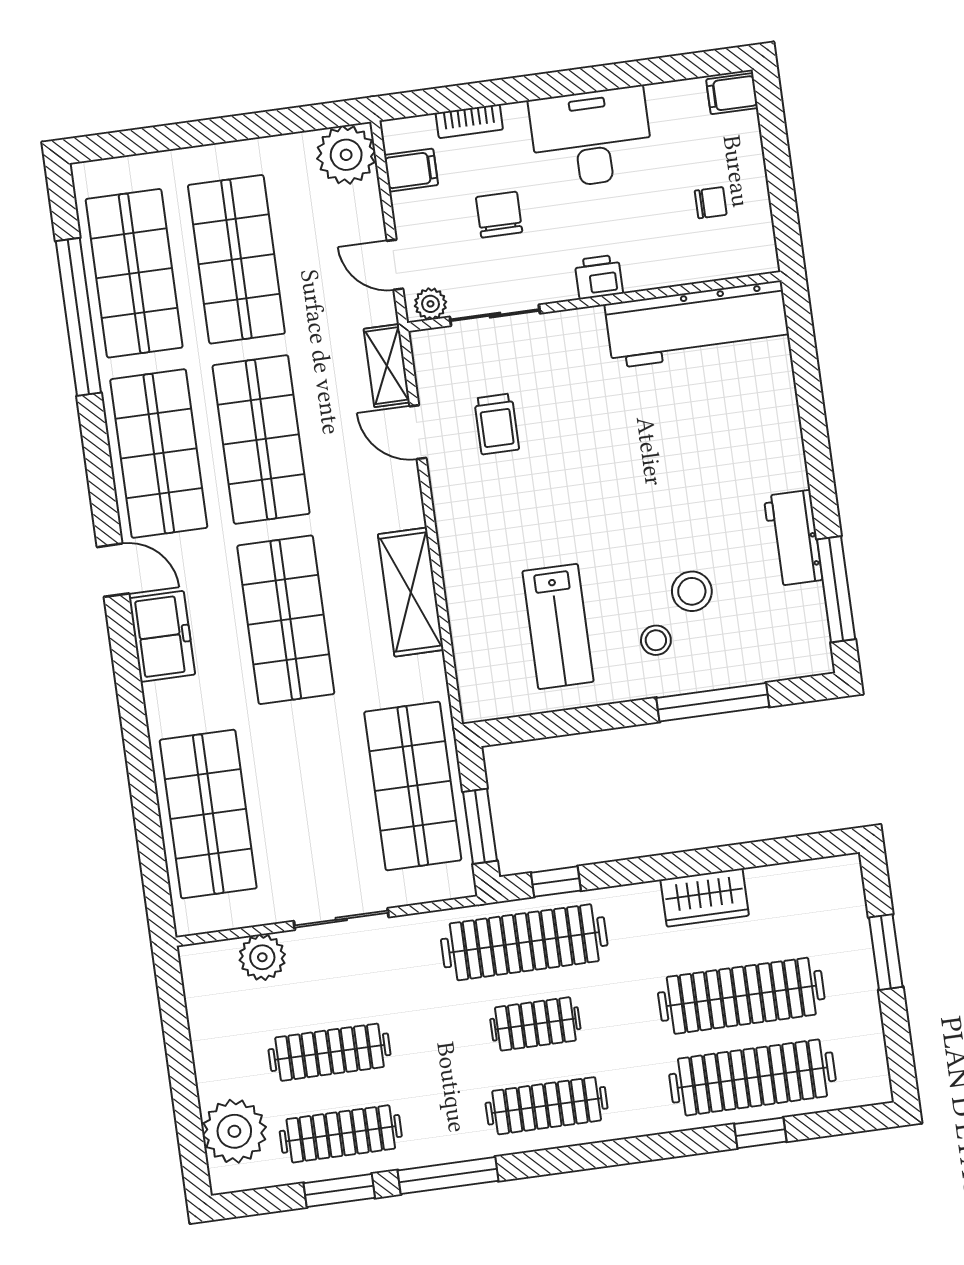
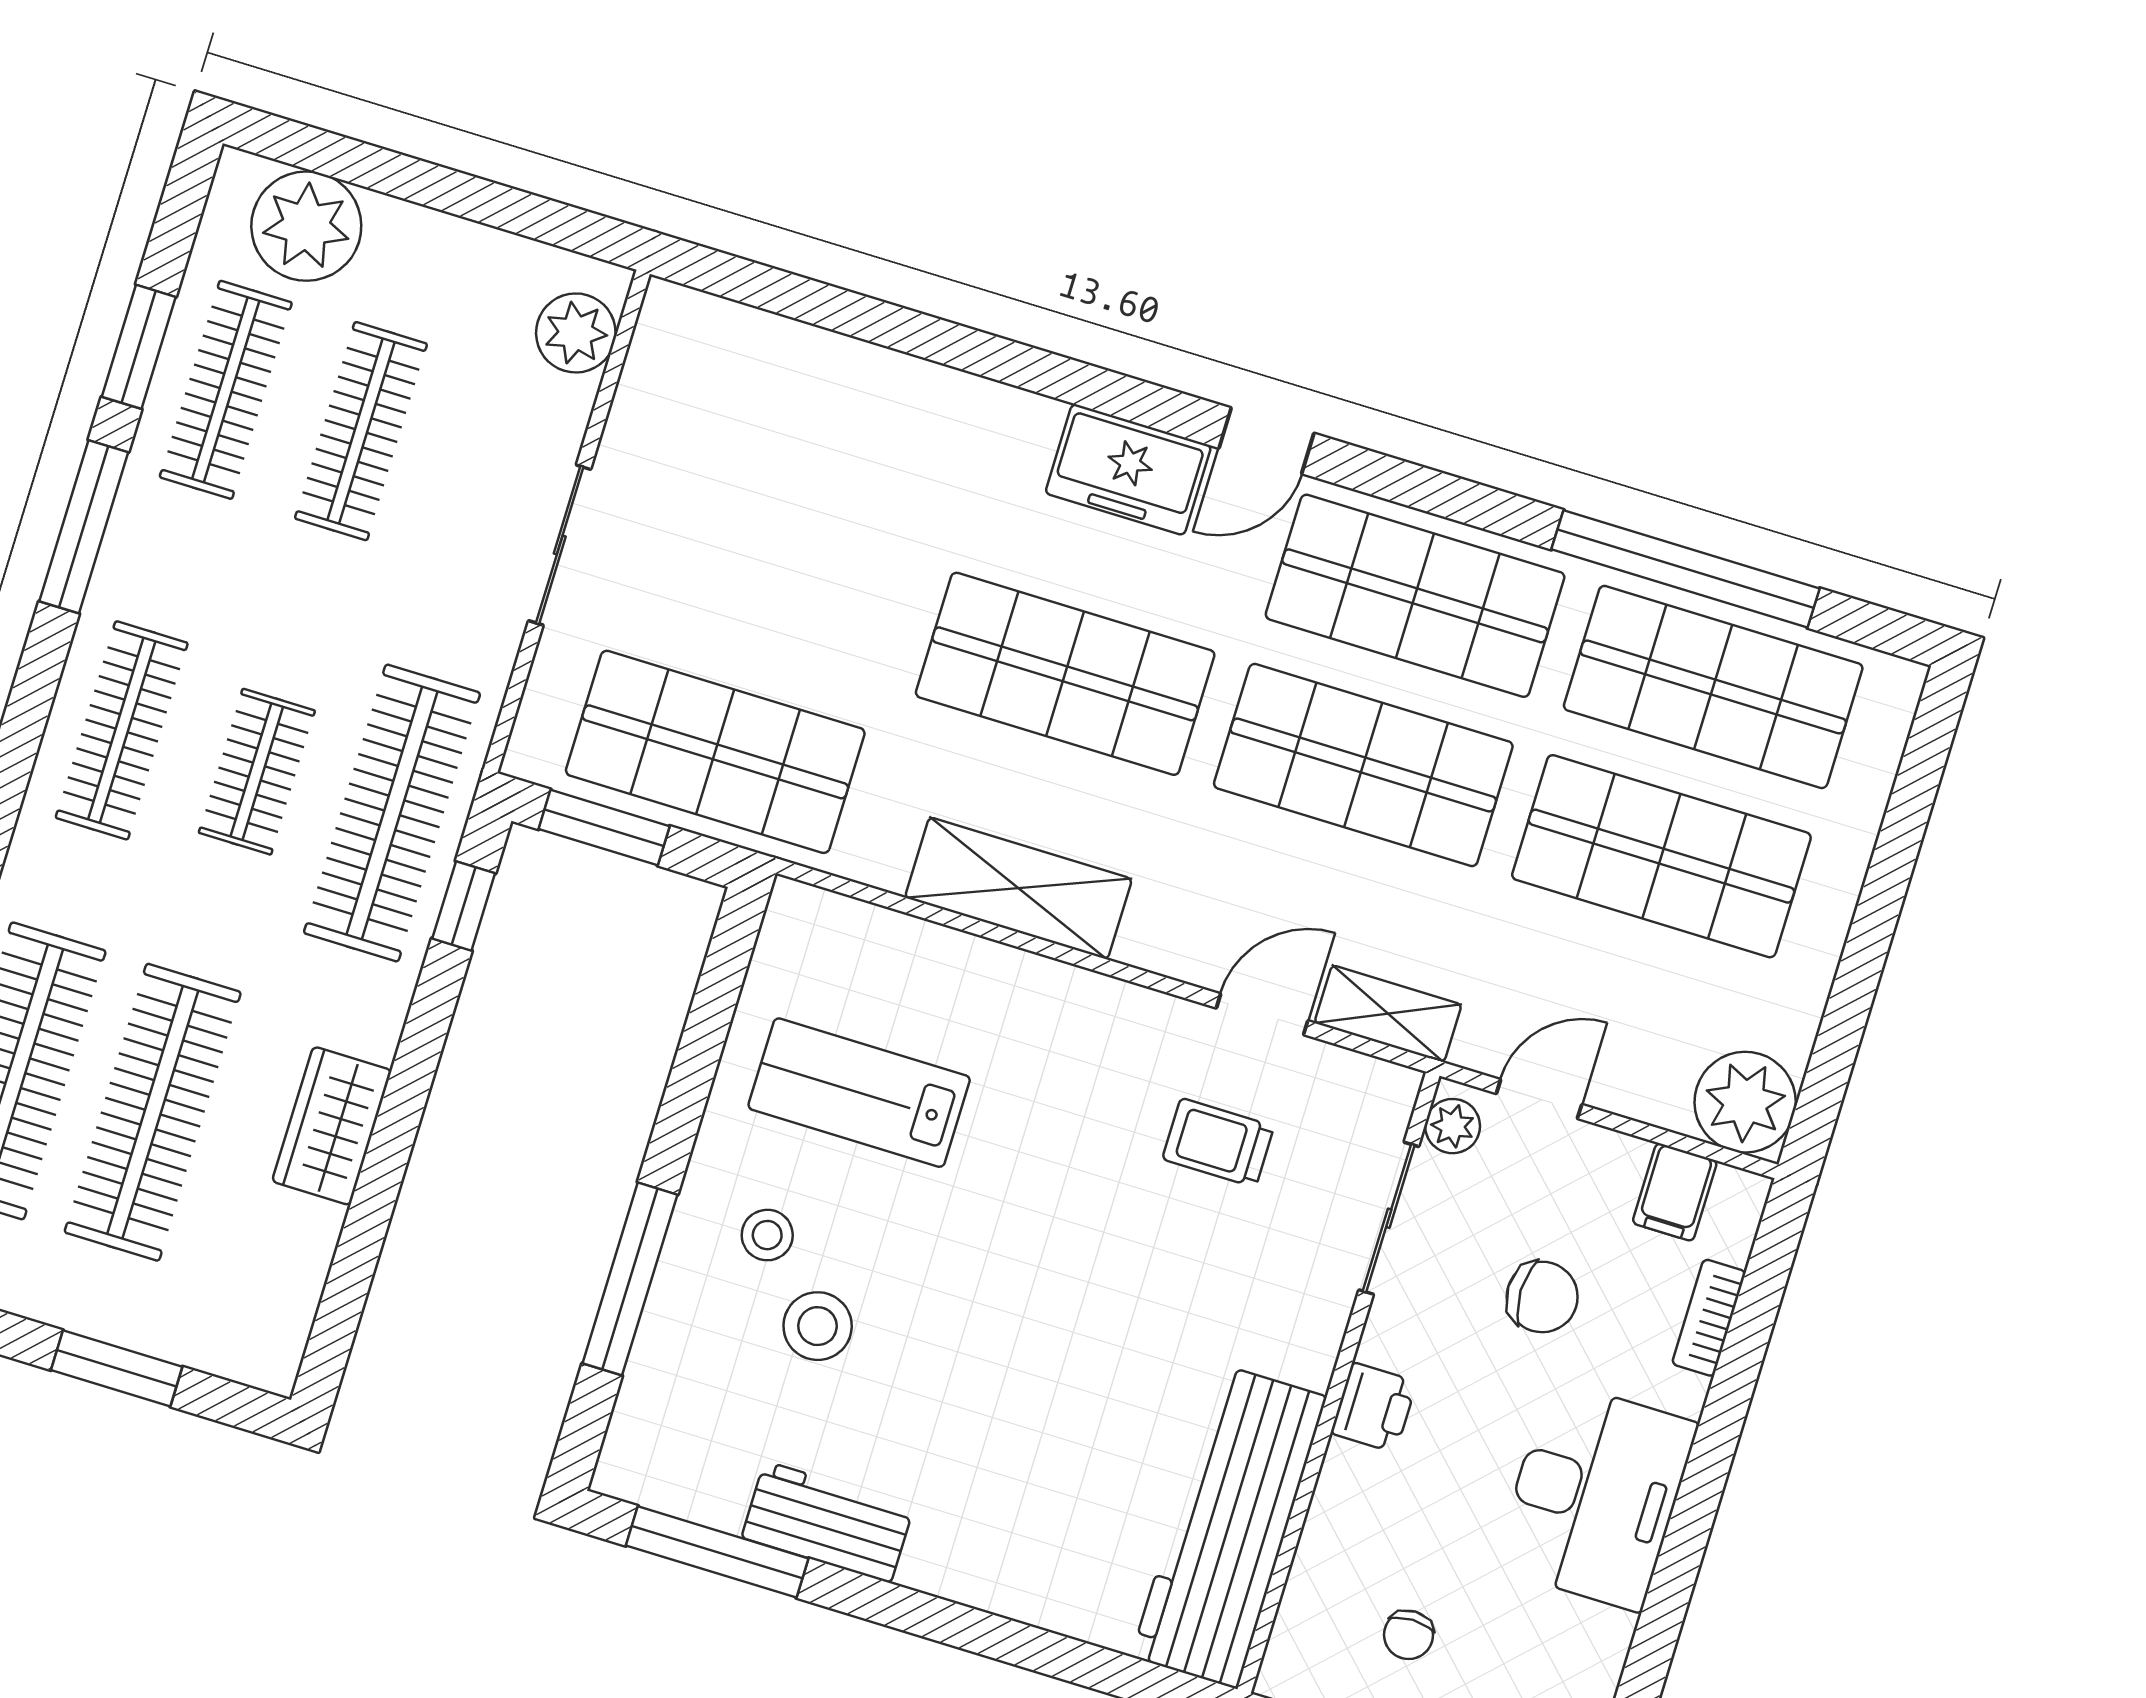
shop shelf: (208, 814) -> (819, 414), removed
plant: (262, 957) -> (576, 333), moved

